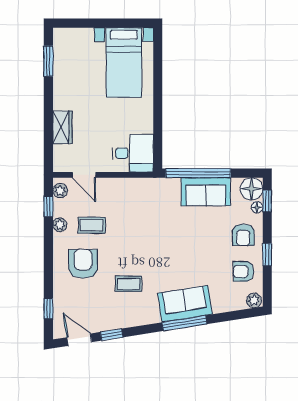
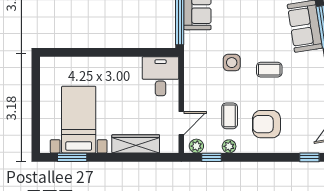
bed with nightstands: (124, 62) -> (79, 120), moved, turned -90
wardrobe: (62, 127) -> (136, 144), width x1.50
side table: (147, 227) -> (232, 63), added
coffee table: (129, 284) -> (269, 70), moved, turned 90

